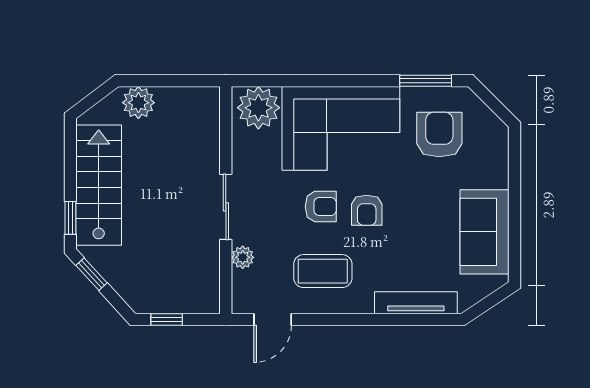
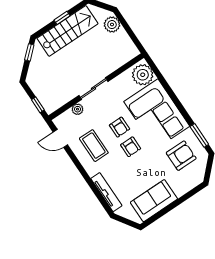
armchair: (367, 210) -> (131, 147), turned -90
window: (70, 218) -> (62, 18), moved
window: (167, 320) -> (38, 105), moved

